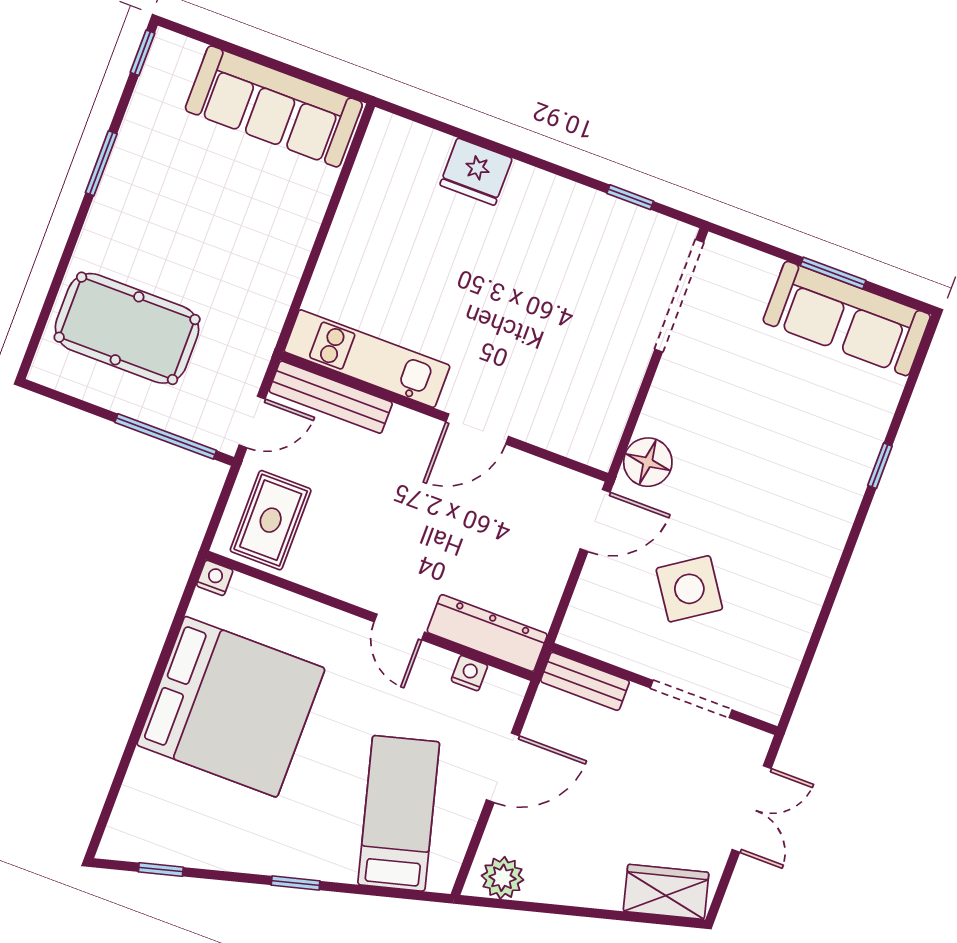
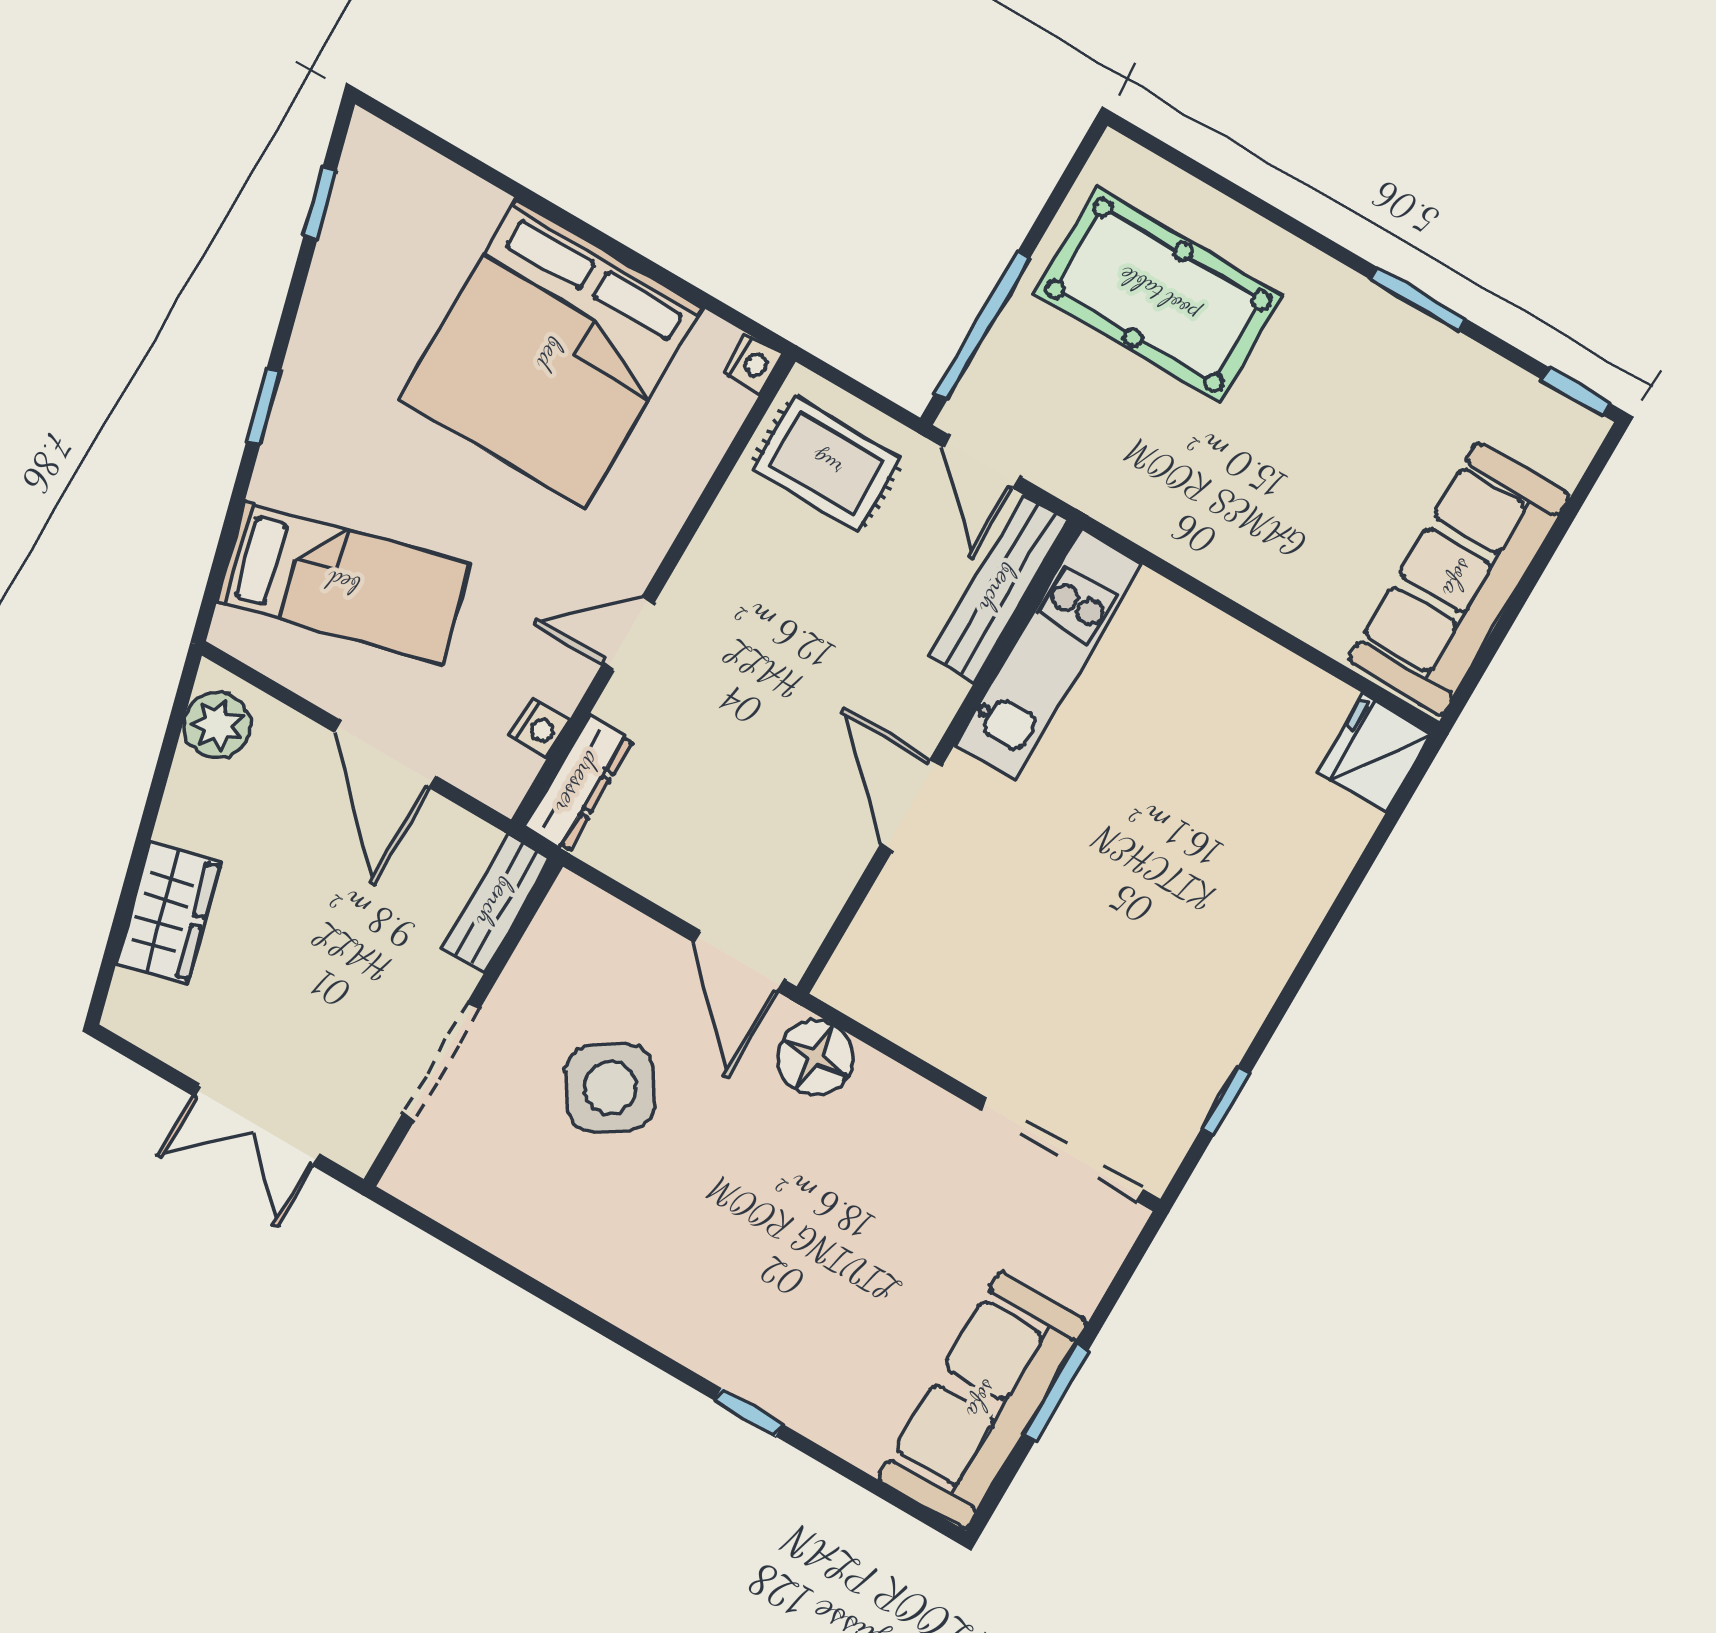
fridge: (476, 172) -> (1375, 753), moved
pool table: (127, 328) -> (1158, 295), turned 90
dresser: (487, 633) -> (579, 783), width x0.73, depth x0.80
wardrobe: (666, 892) -> (168, 913), moved

